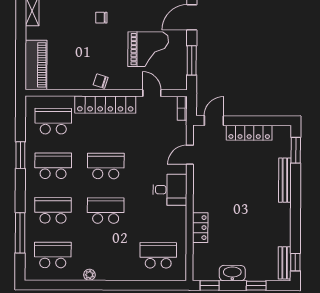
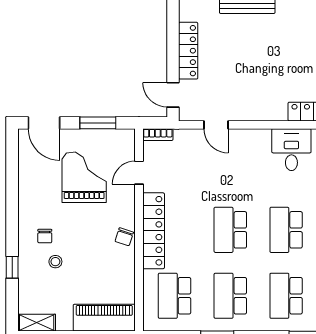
stool: (81, 26) -> (55, 262), added
desk: (170, 190) -> (291, 150), moved

